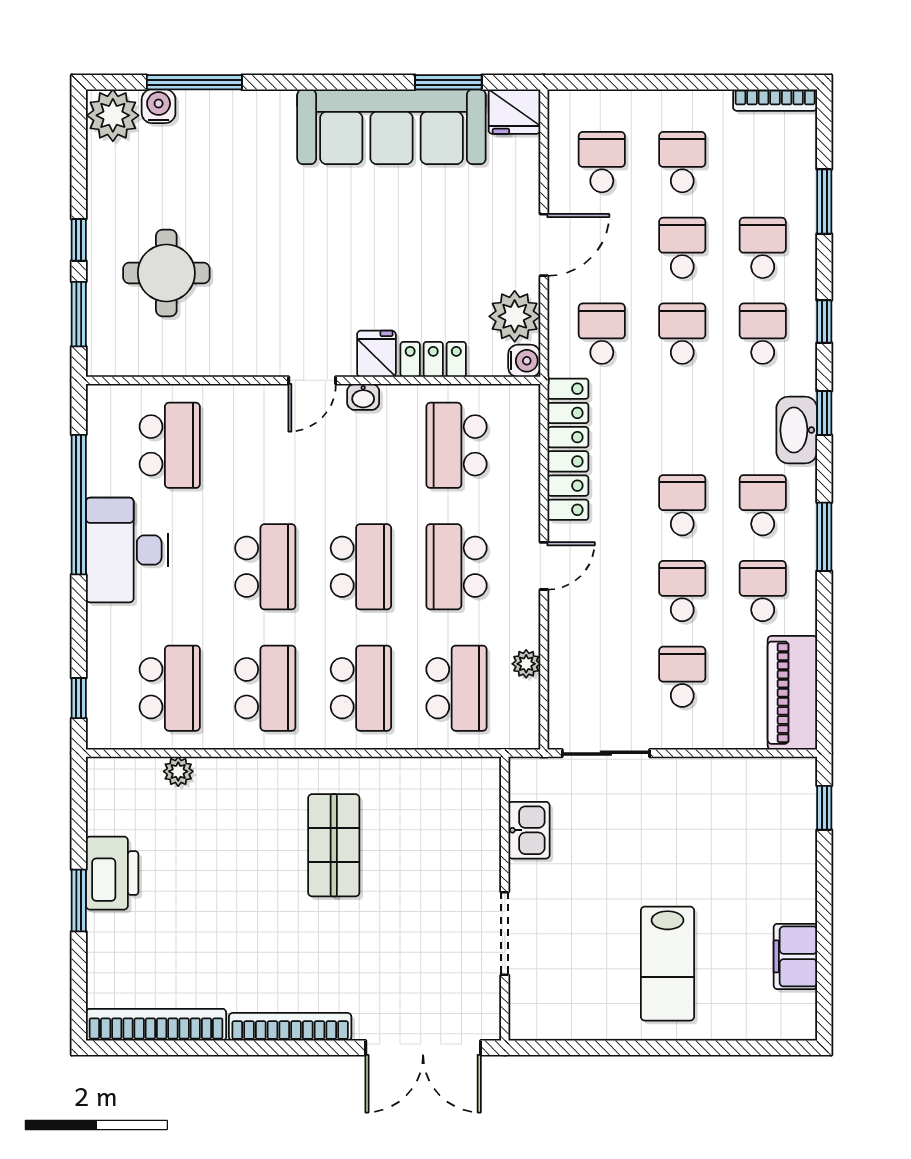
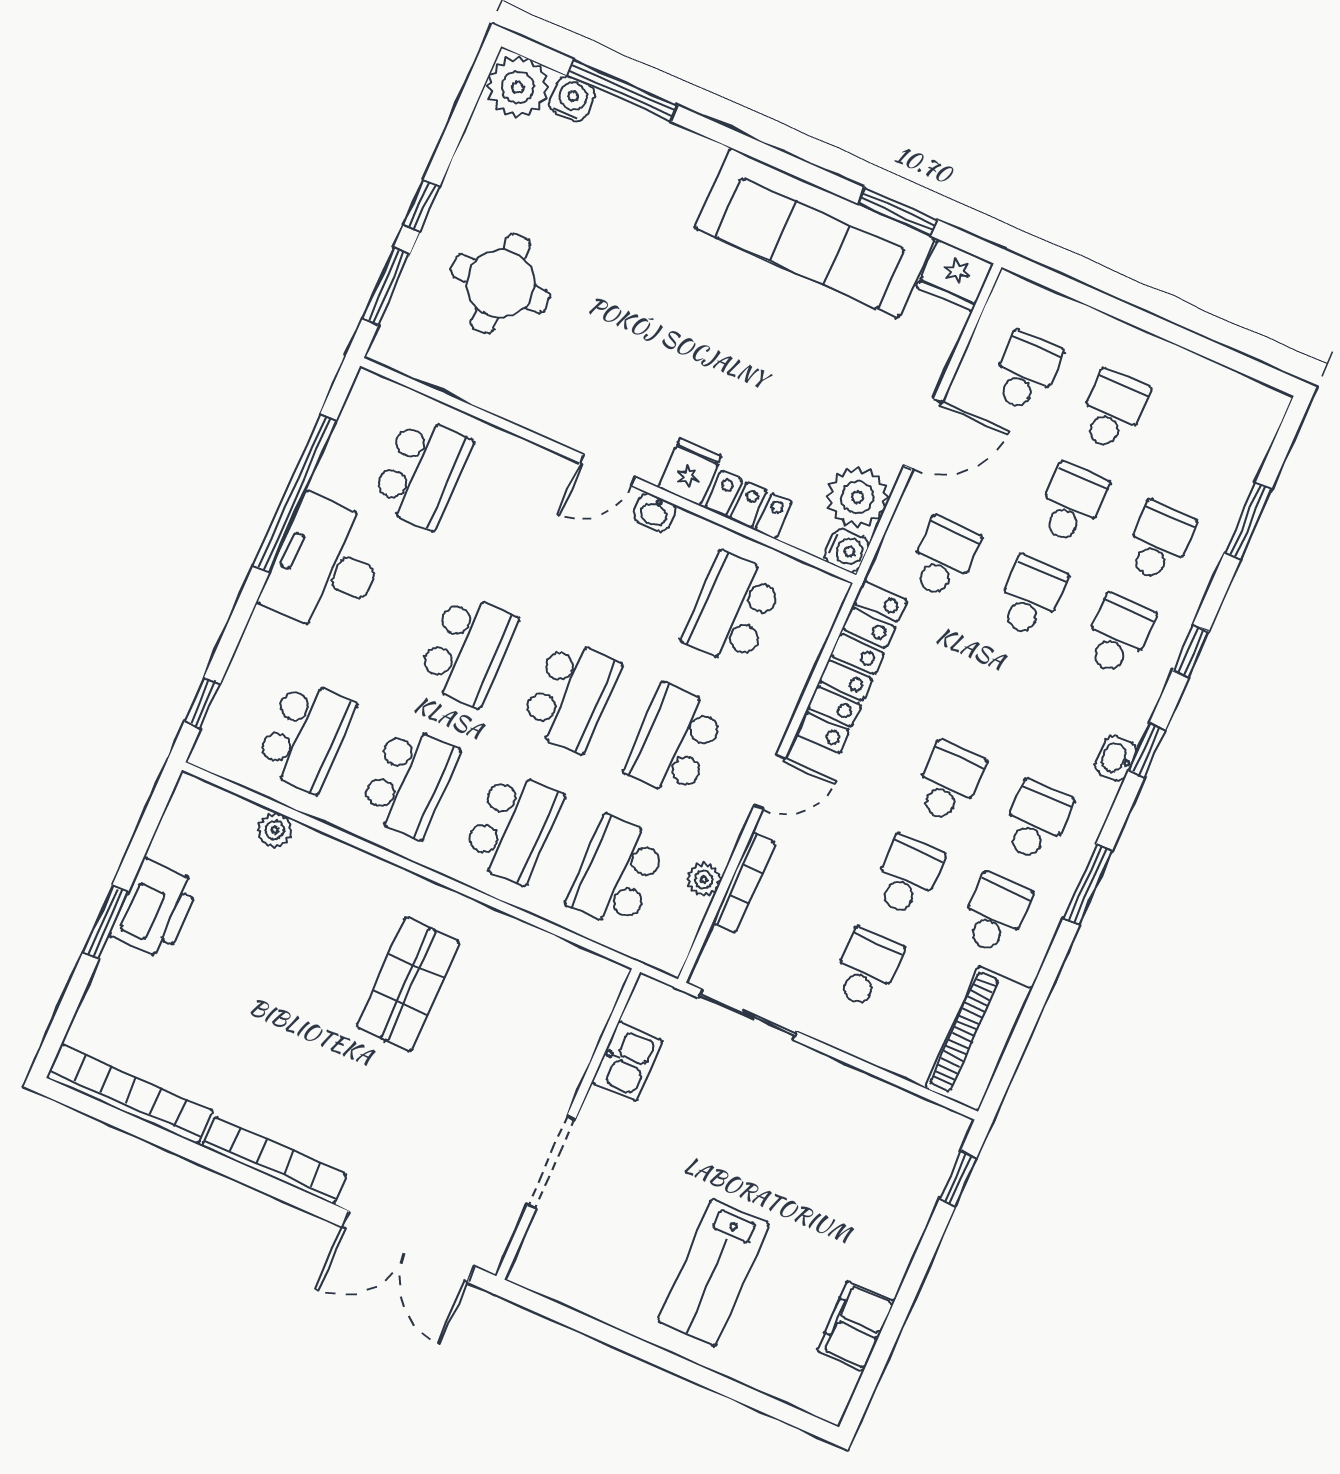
bookcase: (775, 100) -> (744, 882), moved, turned -90
washbasin: (797, 430) -> (1116, 759), width x0.52, depth x0.69
school desk: (456, 688) -> (617, 873), turned 180

